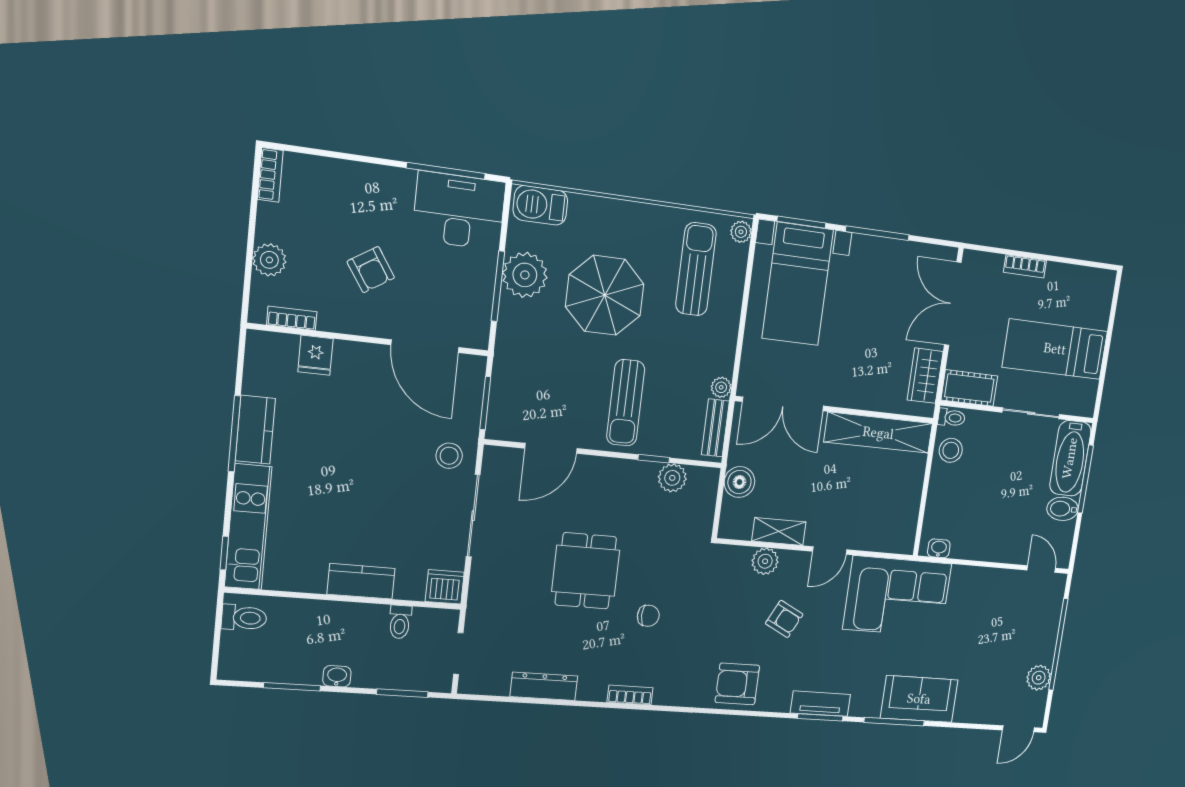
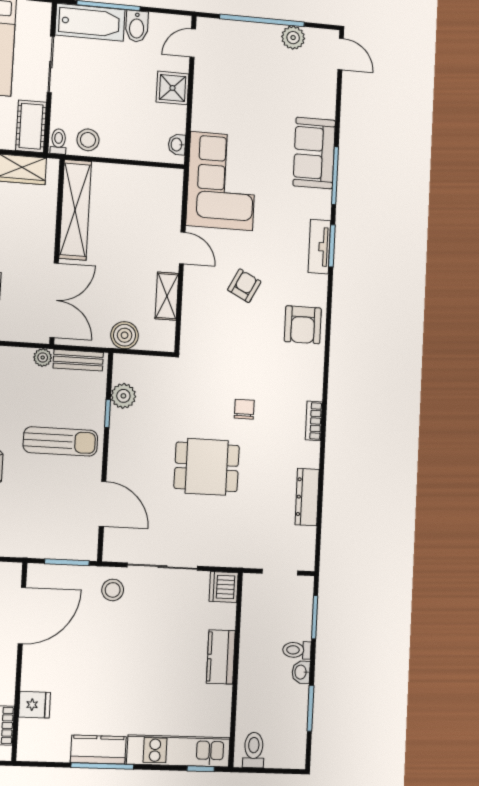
shower: (997, 545) -> (173, 88), added
plant: (765, 561) -> (193, 307), removed
toilet: (400, 622) -> (297, 650), moved, turned 180

